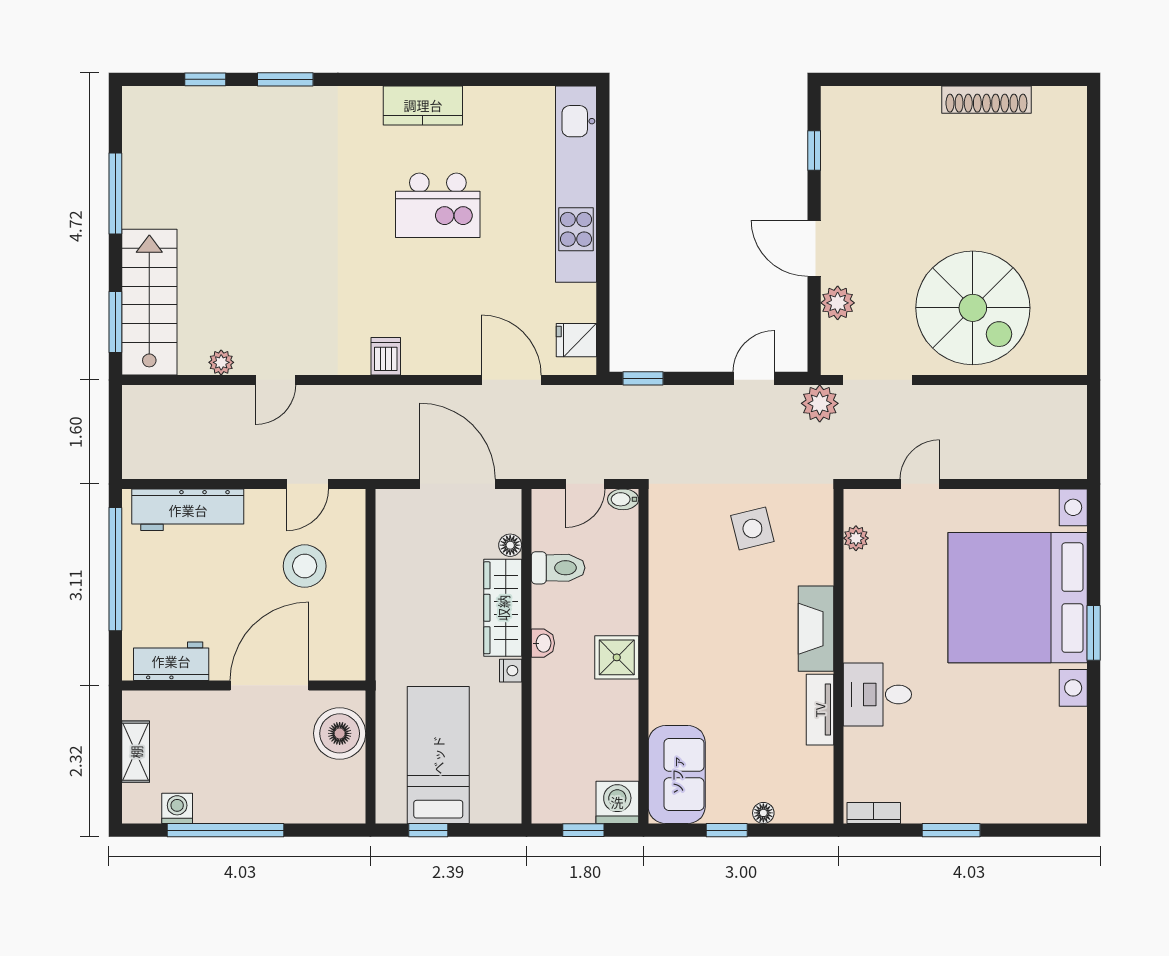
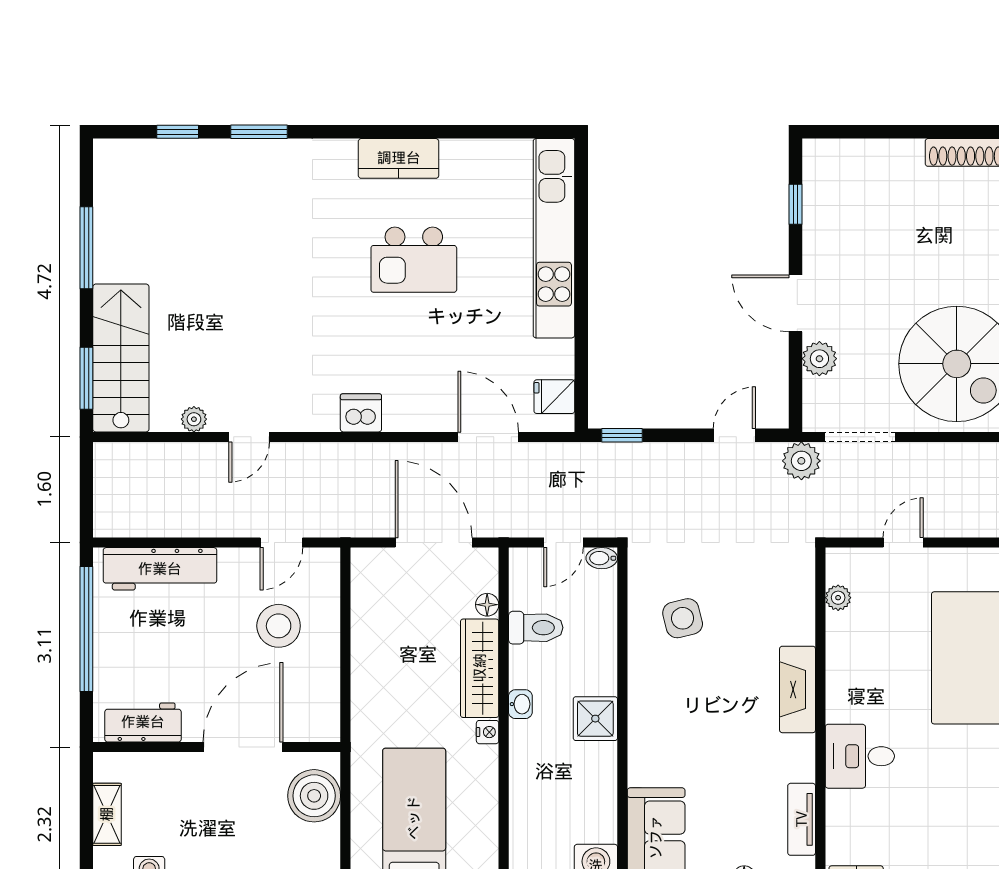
dishwasher: (386, 356) -> (361, 413), width x1.38
side table: (752, 529) -> (683, 618), moved
tv unit: (820, 710) -> (802, 819), moved

